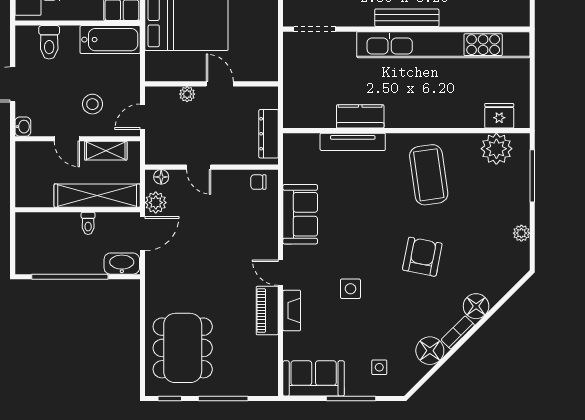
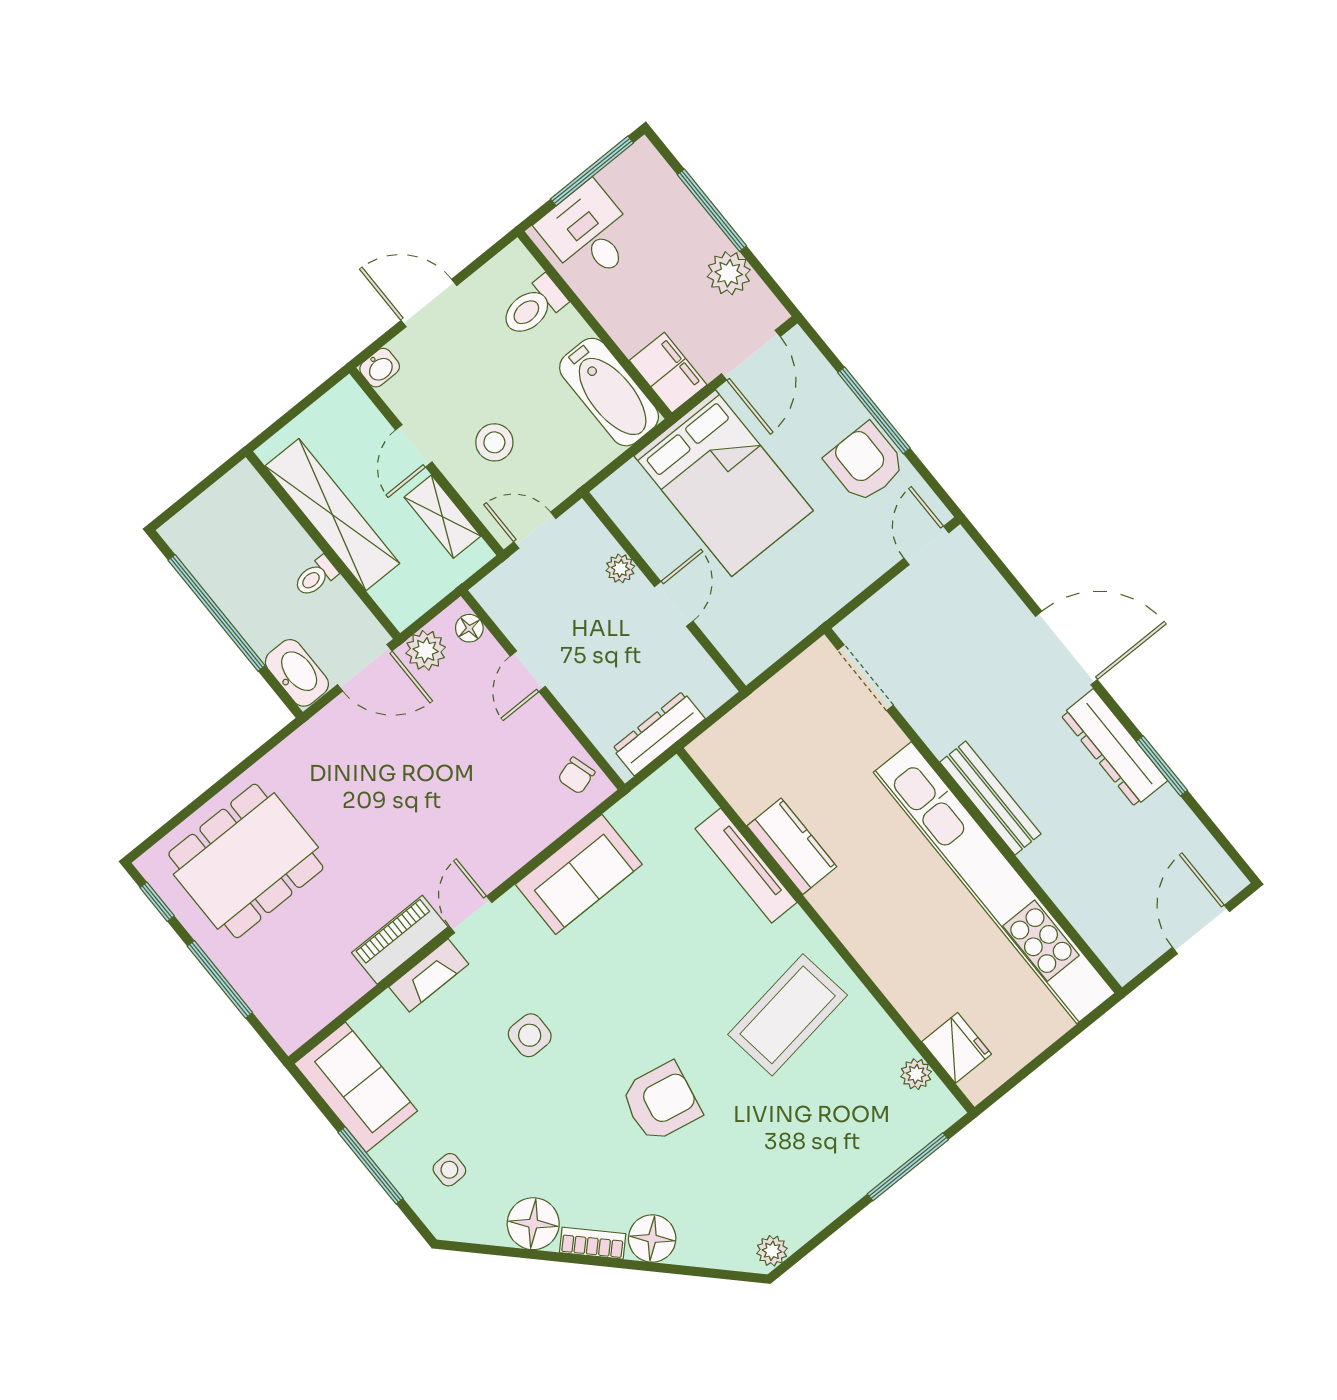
plant: (496, 149) -> (916, 1074), width x0.53, depth x0.53
chair: (258, 182) -> (576, 776), turned -107
shelving: (97, 196) -> (332, 515), moved
plant: (521, 233) -> (772, 1251), moved

